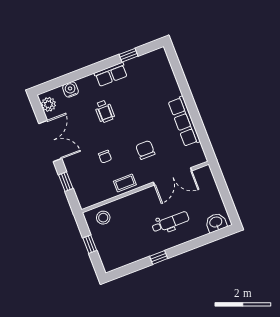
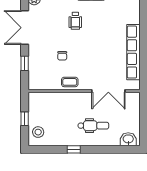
row of seats: (184, 121) -> (134, 52), width x1.36
double door: (50, 141) -> (25, 28), swing flipped
chair: (145, 150) -> (95, 63), removed
stool: (103, 218) -> (38, 132), moved

